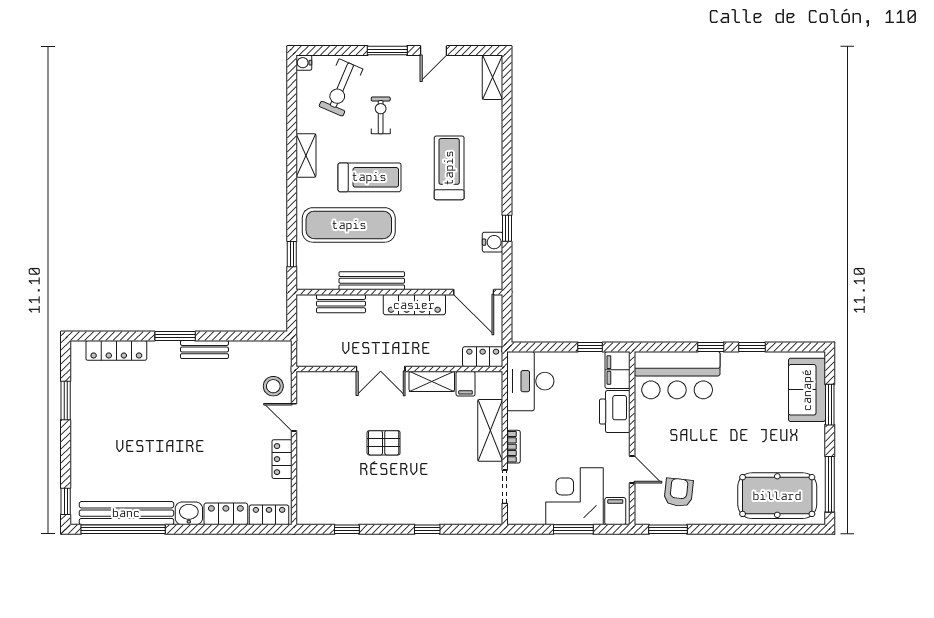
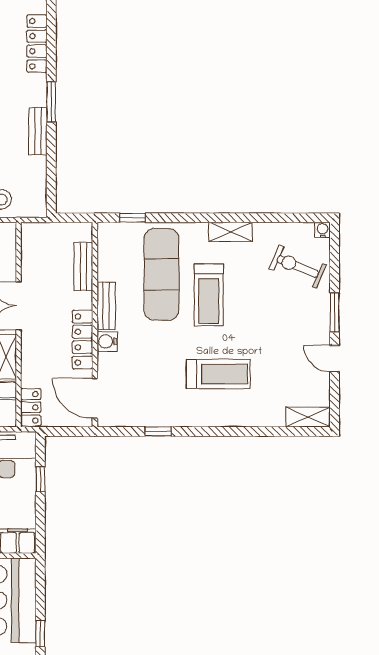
exercise bike: (381, 115) -> (270, 306), removed
water cooler: (493, 242) -> (107, 341), moved, turned 90
bench: (372, 281) -> (106, 306), width x0.73
door: (474, 292) -> (95, 398), hinge flipped
window: (590, 347) -> (40, 479), moved

